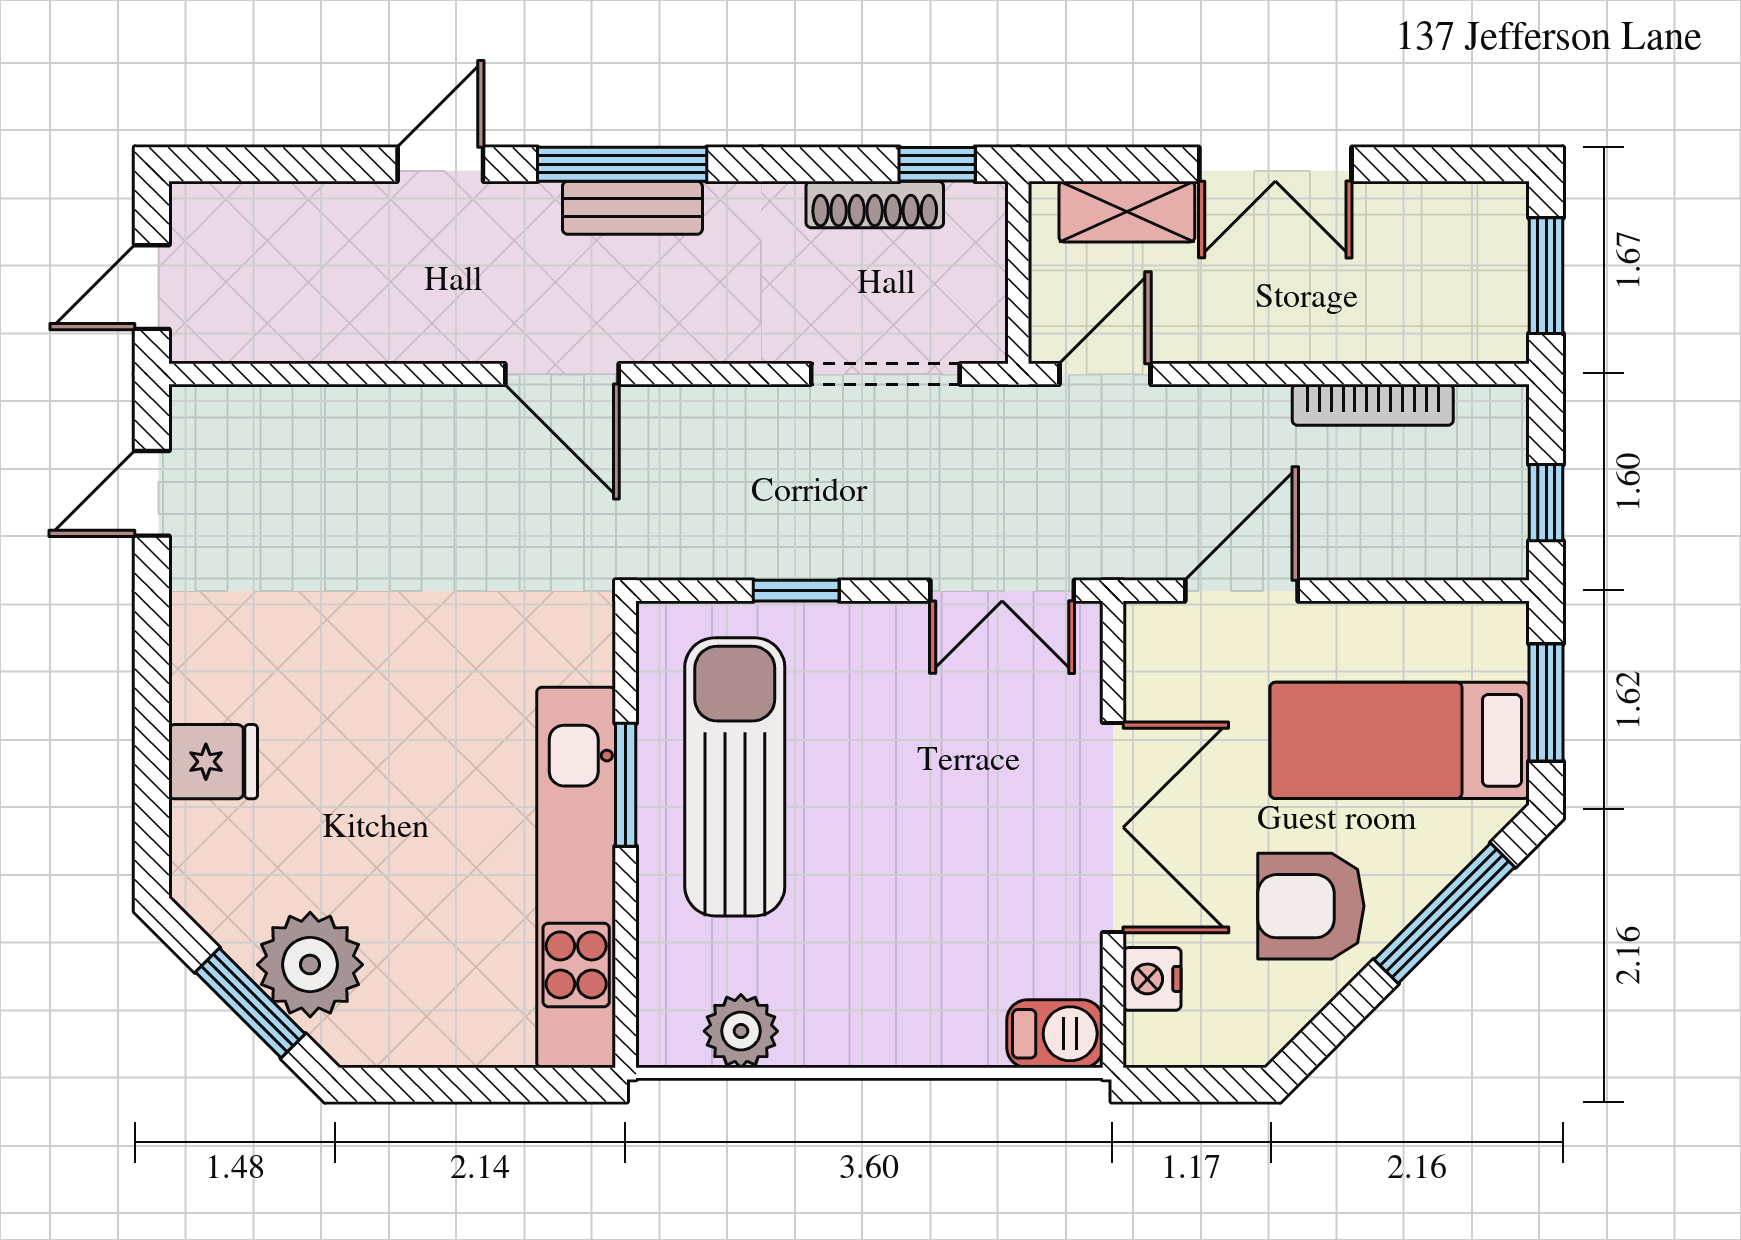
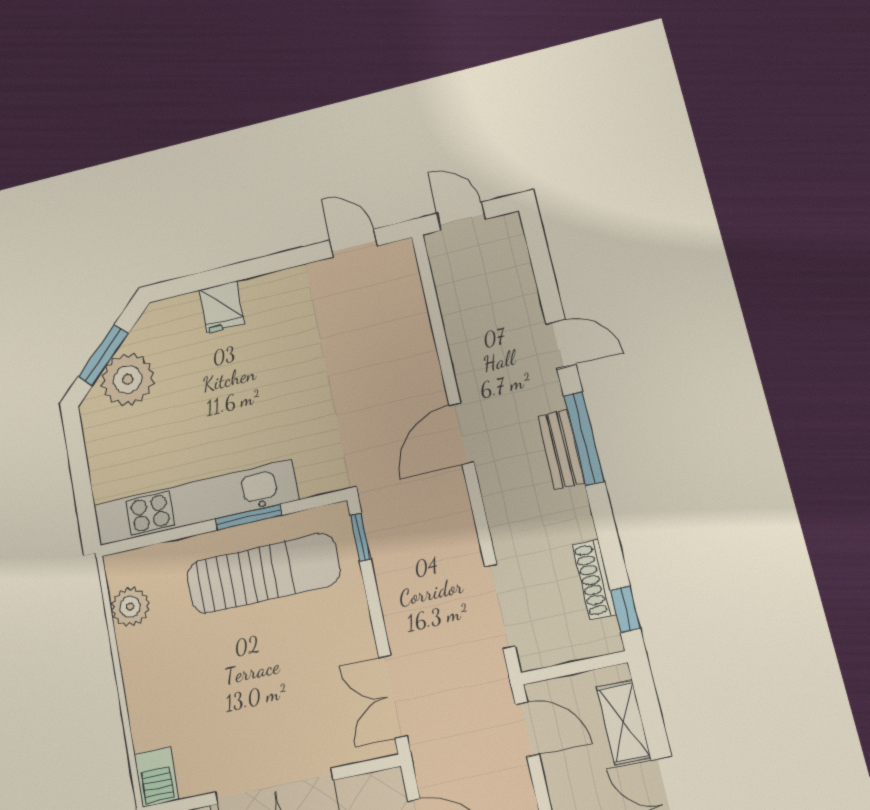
window: (796, 591) -> (361, 537), moved

